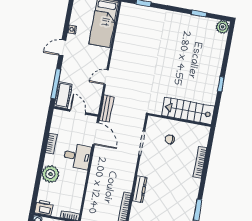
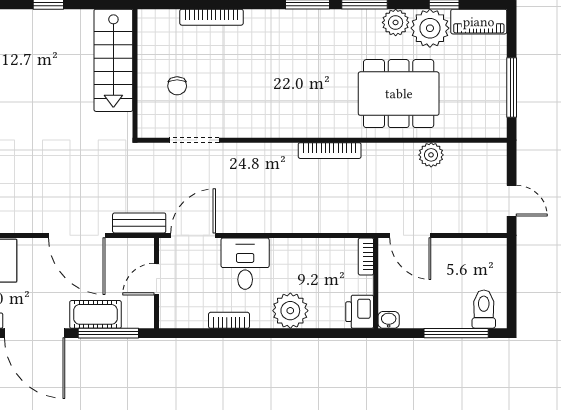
door: (62, 48) -> (35, 333), width x1.88
door: (106, 77) -> (77, 235), width x1.87
cot: (63, 95) -> (95, 314), moved
dresser: (140, 189) -> (287, 127), removed

